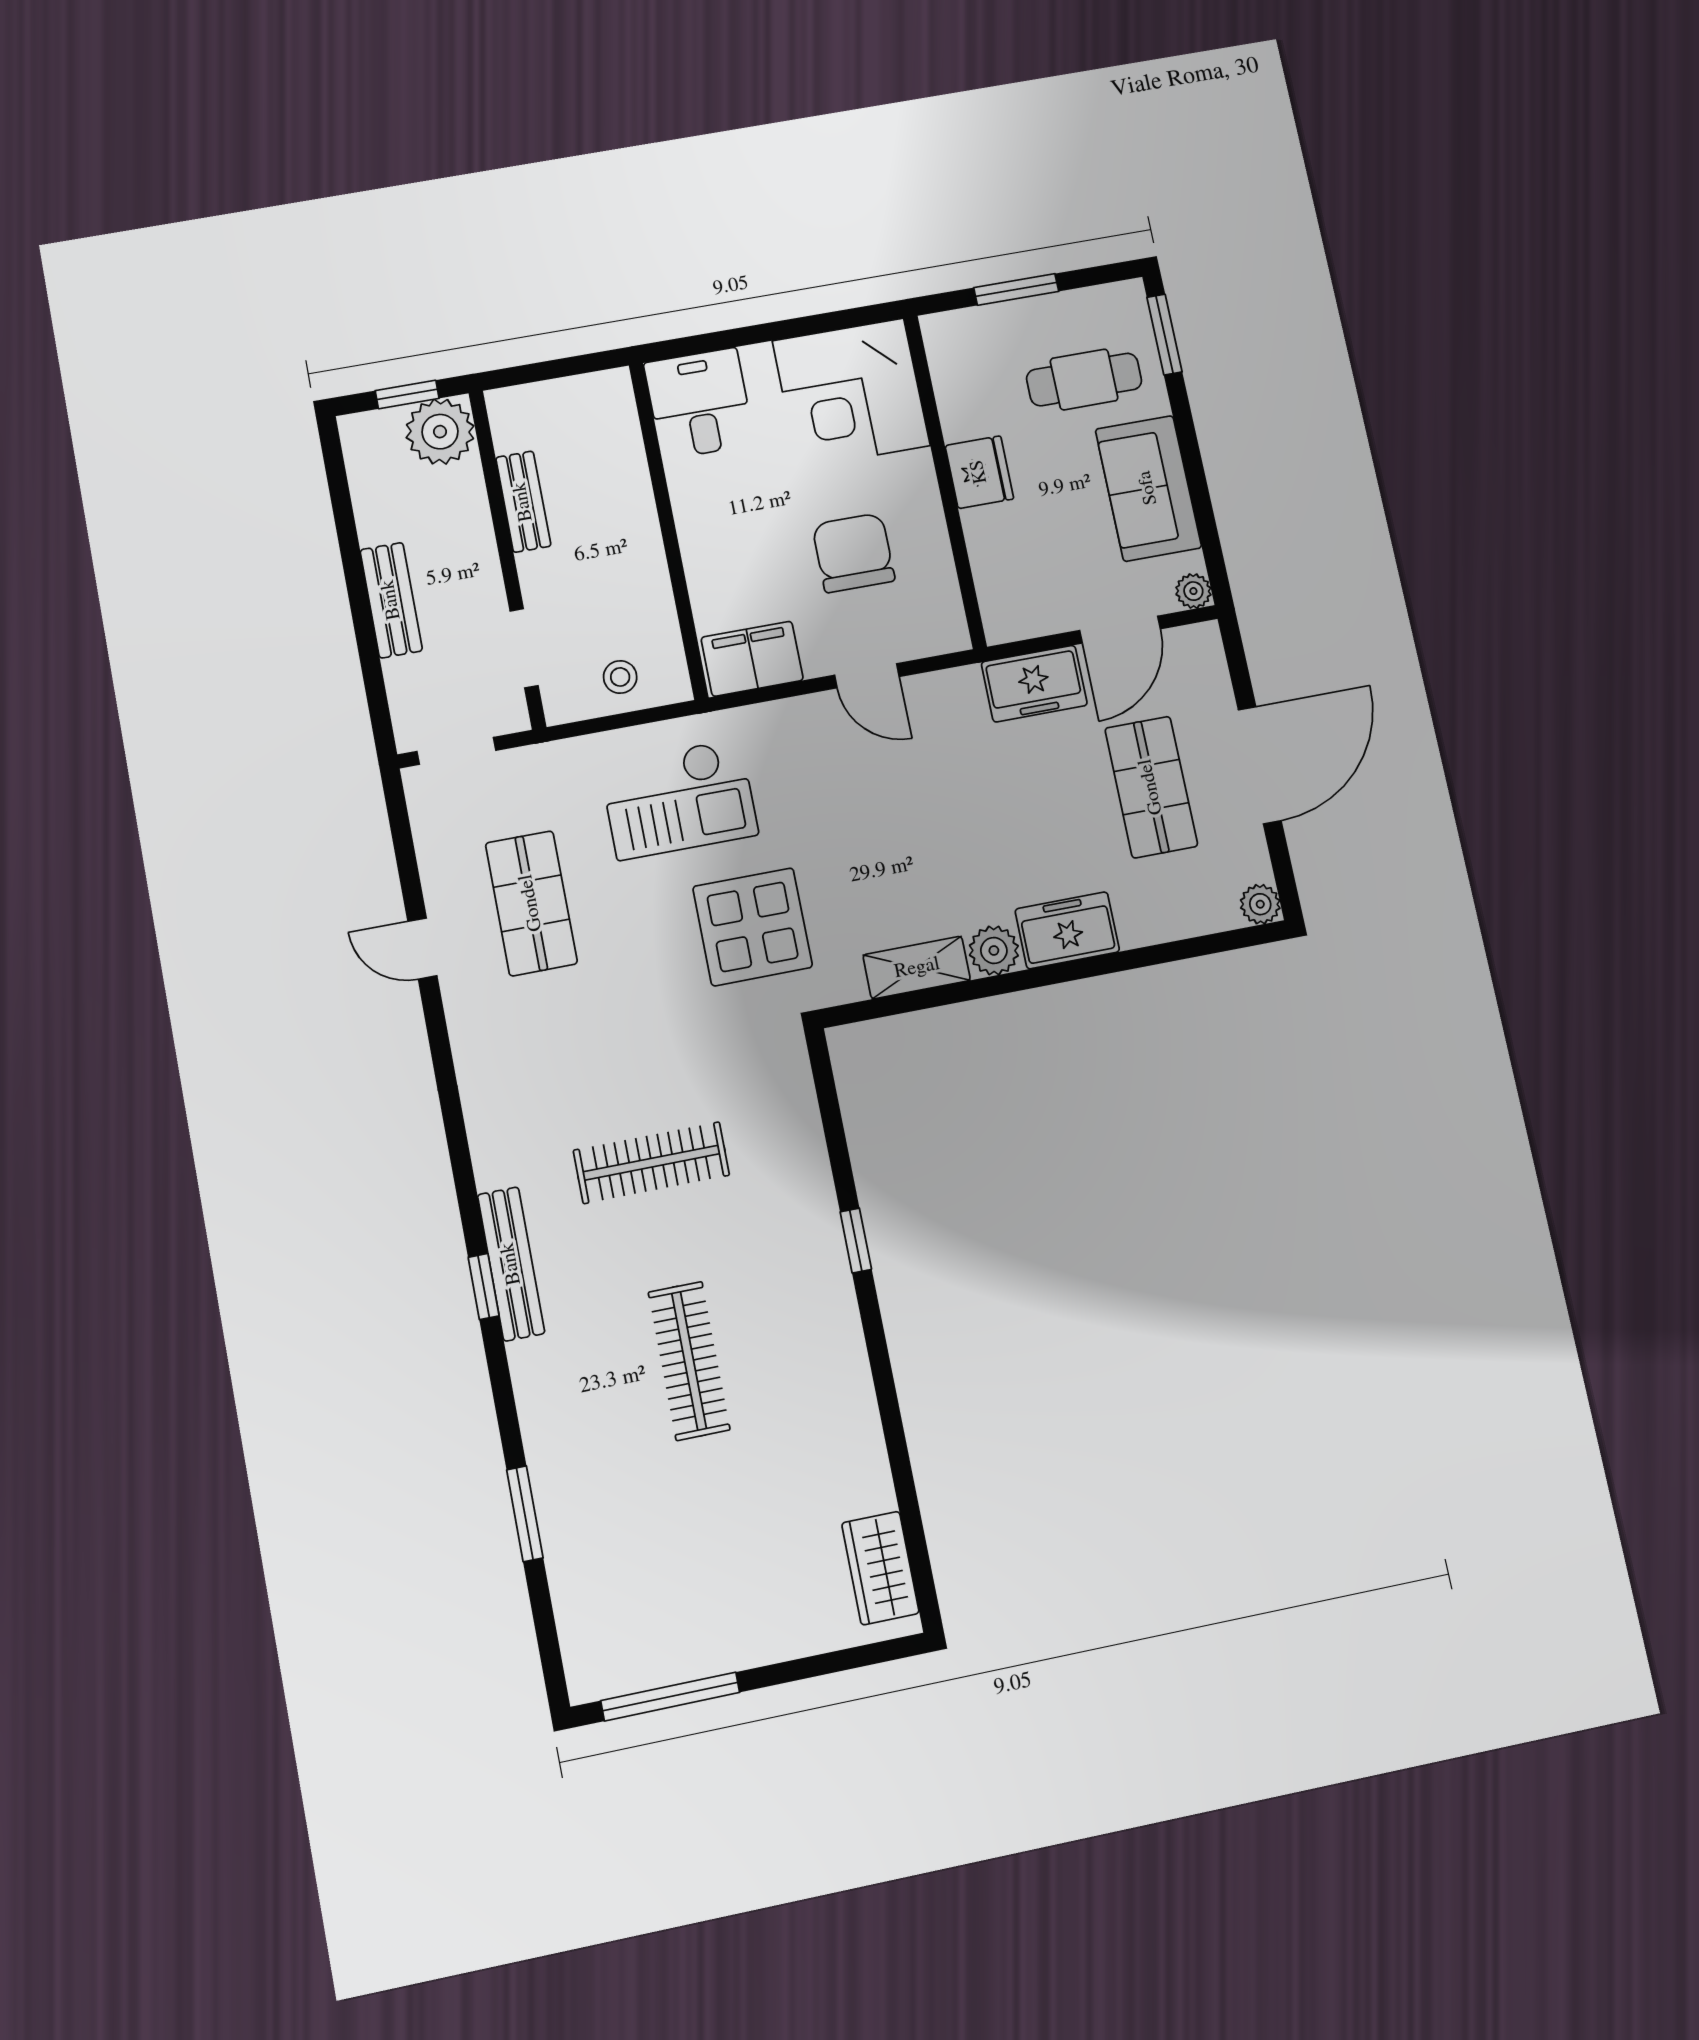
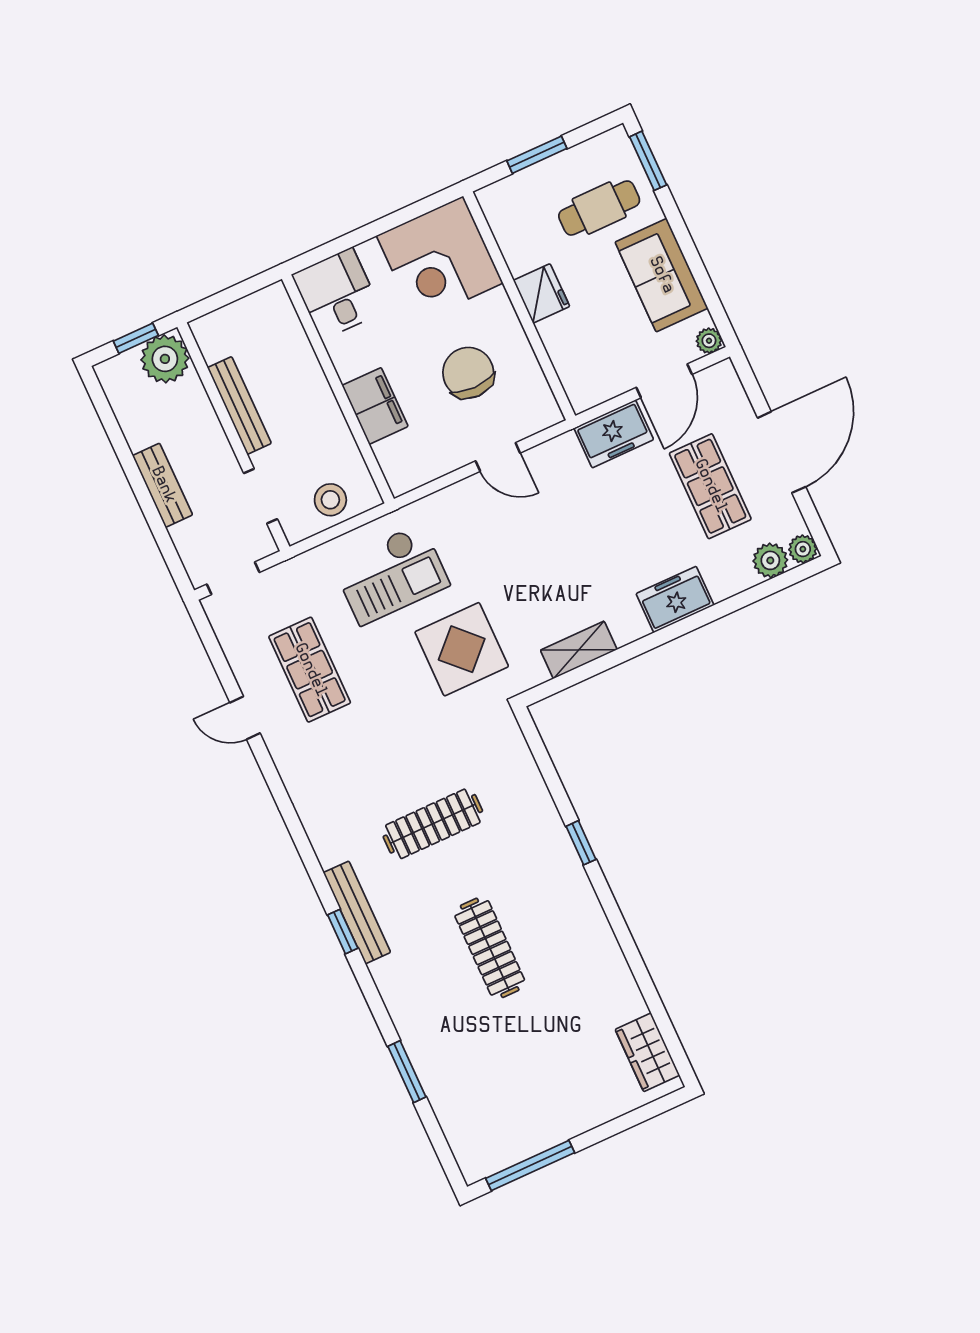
bench: (523, 502) -> (239, 406), width x1.36
filing cabinet: (752, 659) -> (375, 406), moved, turned 90
stool: (620, 677) -> (330, 500), width x1.37, depth x1.37
plant: (994, 950) -> (770, 560), moved

